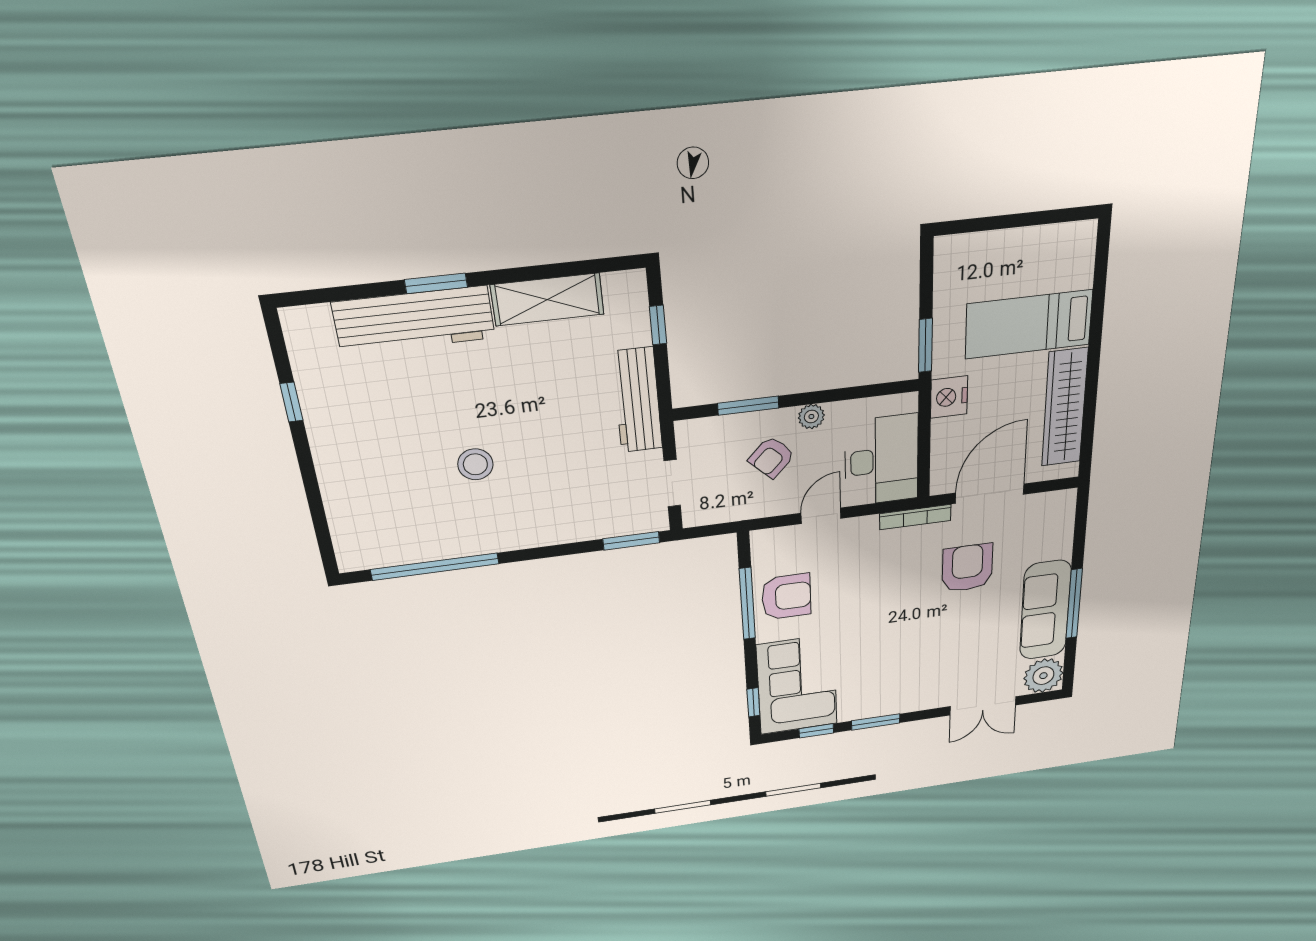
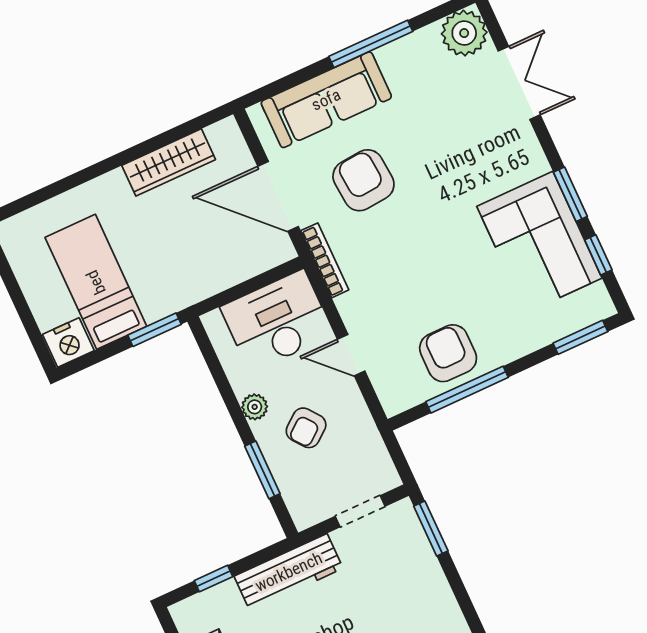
bed: (1029, 324) -> (96, 282), moved, turned 180
nightstand: (949, 397) -> (68, 343), moved
wardrobe: (1065, 408) -> (169, 162), width x0.71, depth x0.85
armchair: (772, 457) -> (306, 428), turned 98
armchair: (967, 568) -> (363, 180), turned 85
sofa: (1045, 610) -> (326, 100), moved
corner sofa: (797, 685) -> (539, 242), moved, turned -90
window: (753, 702) -> (580, 337), width x1.50

